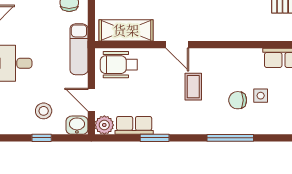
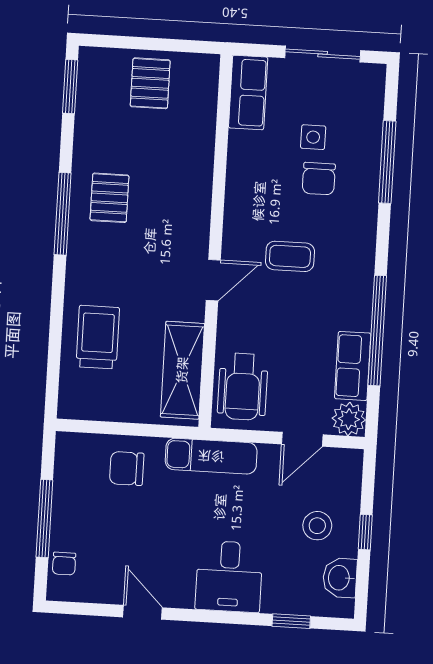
washbasin: (77, 125) -> (340, 578), moved
window: (155, 138) -> (377, 331), width x2.11
window: (230, 138) -> (387, 162), moved

